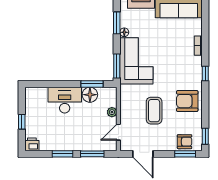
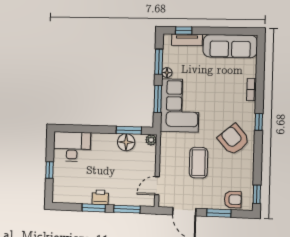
window: (117, 66) -> (158, 99), moved
desk: (65, 100) -> (72, 147), moved
armchair: (187, 101) -> (234, 139), moved, turned 49
plant: (112, 112) -> (151, 140), moved
printer: (32, 144) -> (100, 197), moved
window: (185, 154) -> (219, 213), moved

